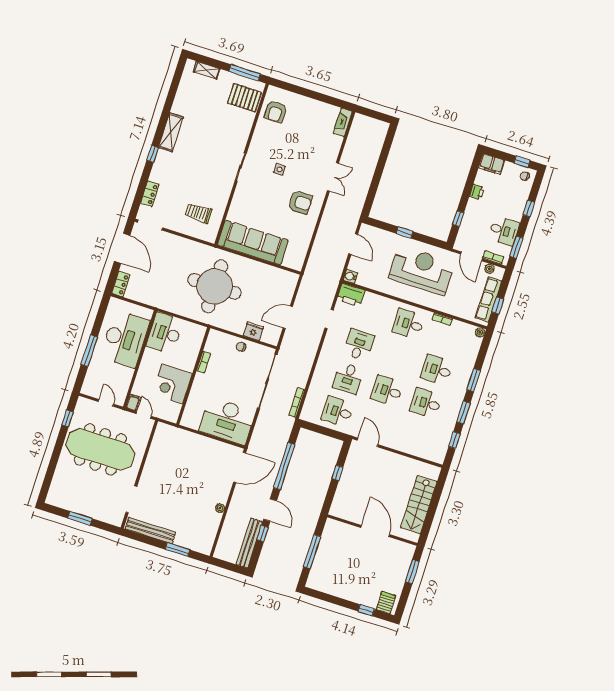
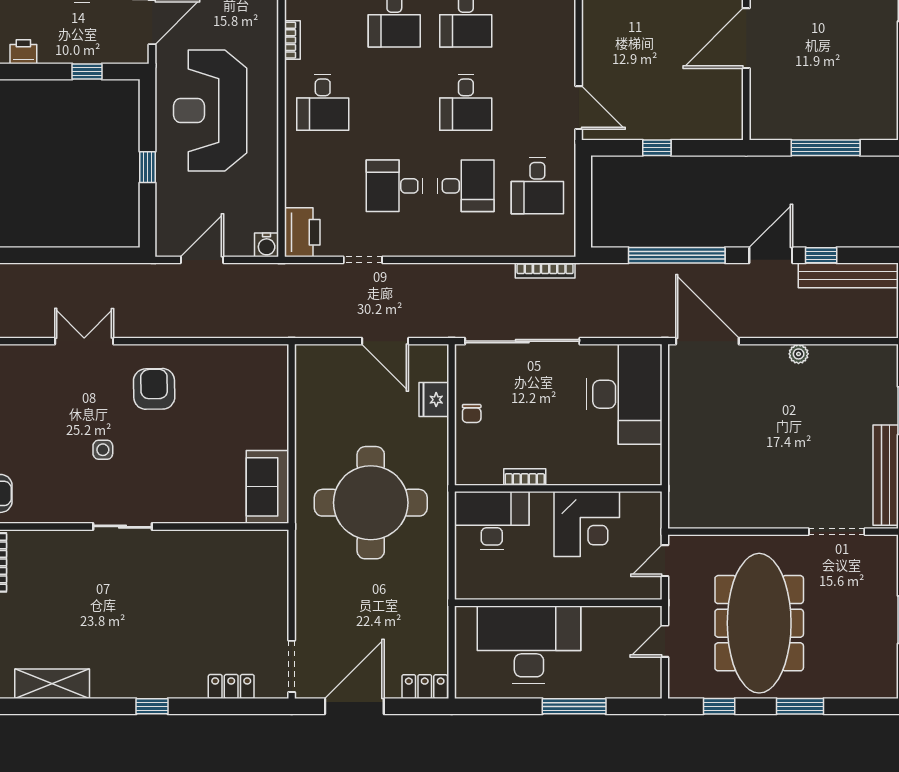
shelving: (171, 132) -> (52, 684), moved
trolley: (198, 213) -> (238, 580), removed
sofa: (253, 243) -> (267, 487), width x0.54, depth x0.79
desk: (165, 333) -> (492, 521), moved, turned 180
filing cabinet: (133, 402) -> (647, 589), removed
door: (368, 442) -> (579, 108), swing flipped
window: (55, 456) -> (800, 706), added

